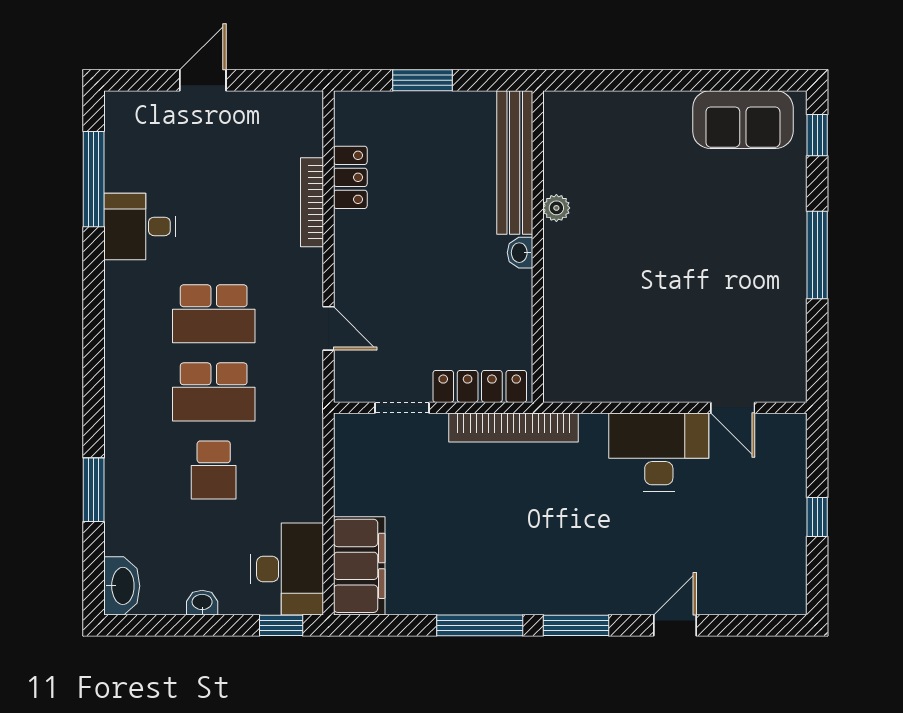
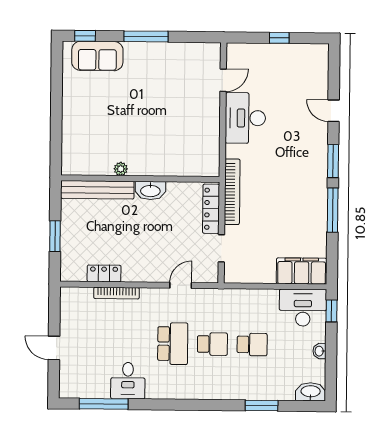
sofa: (743, 120) -> (97, 56), moved, turned 90
washbasin: (520, 253) -> (150, 190), width x1.91, depth x1.45
school desk: (214, 392) -> (212, 344), width x0.54

